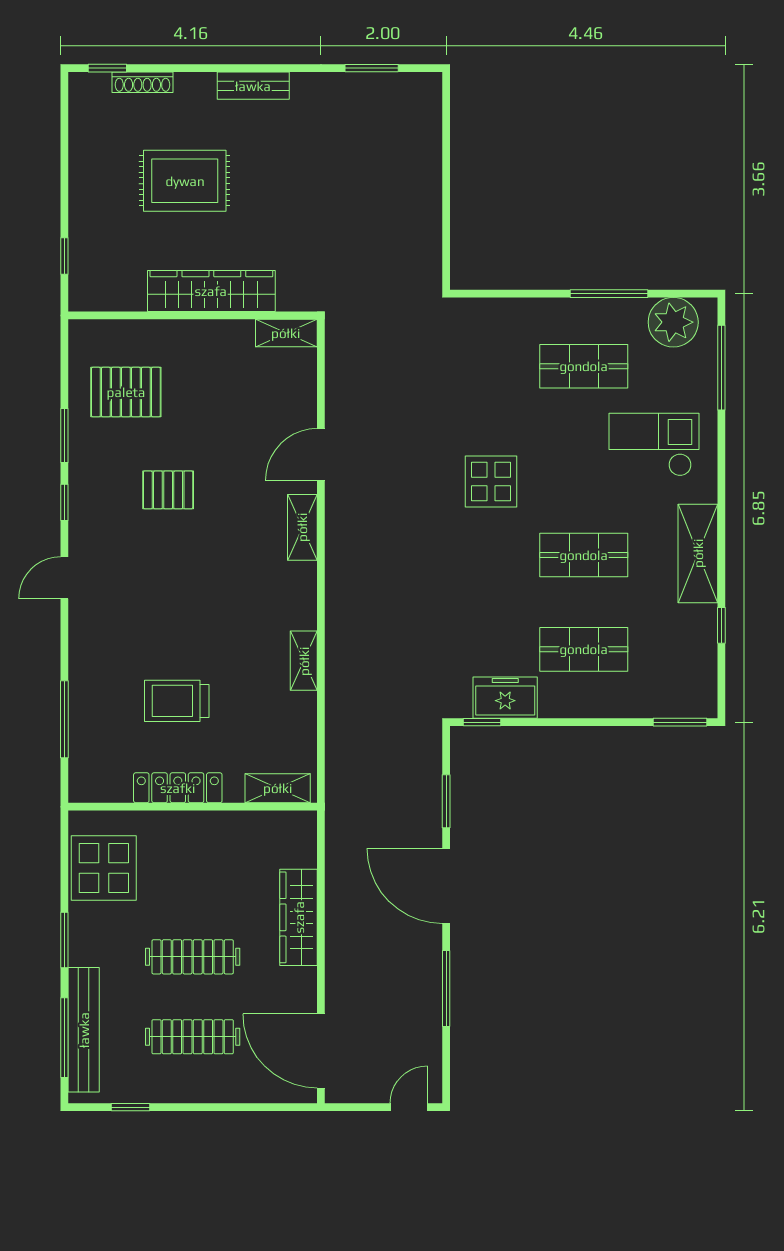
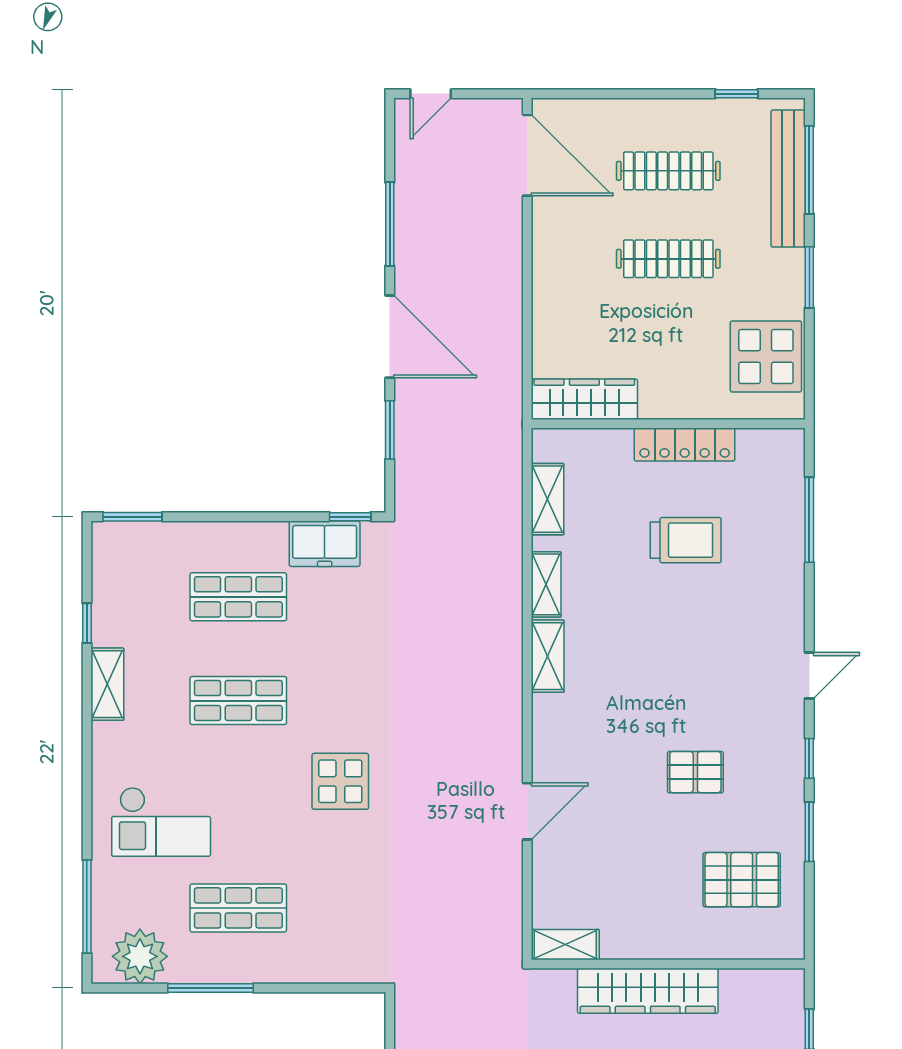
shelving: (302, 527) -> (548, 656), moved
shelving: (698, 553) -> (107, 684), width x0.67, depth x0.75
shelving: (278, 788) -> (548, 499), moved, turned 90
wardrobe: (299, 917) -> (584, 399), moved, turned -90

